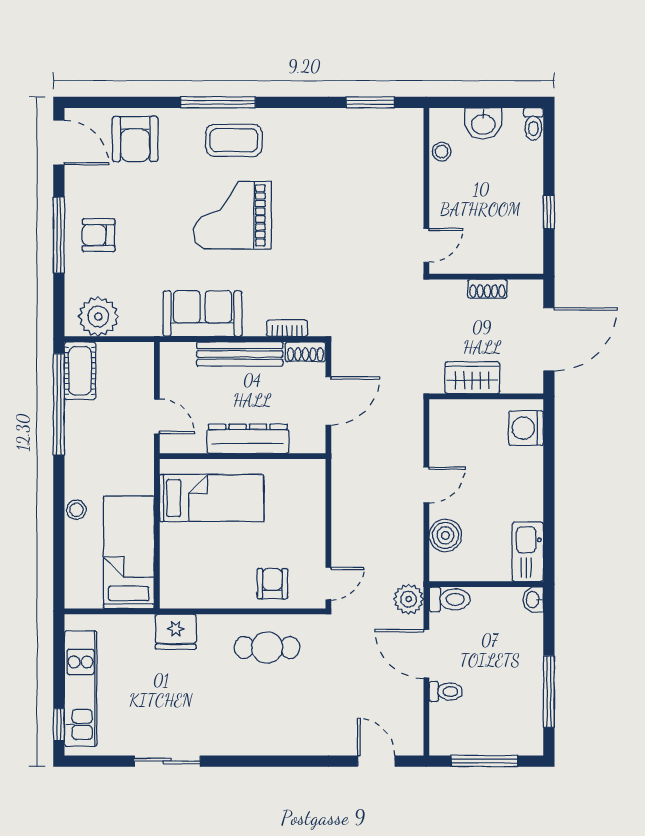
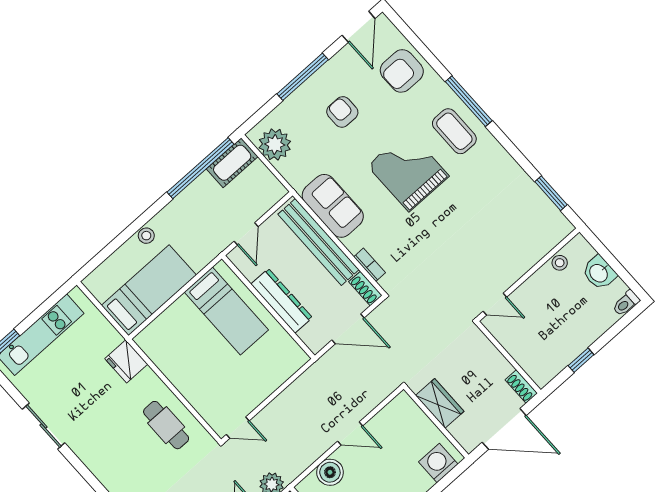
armchair: (99, 235) -> (342, 112), moved
shoe rack: (487, 289) -> (521, 386), moved
bench: (240, 354) -> (318, 242), width x1.37, depth x1.21
armchair: (272, 584) -> (207, 394), removed

